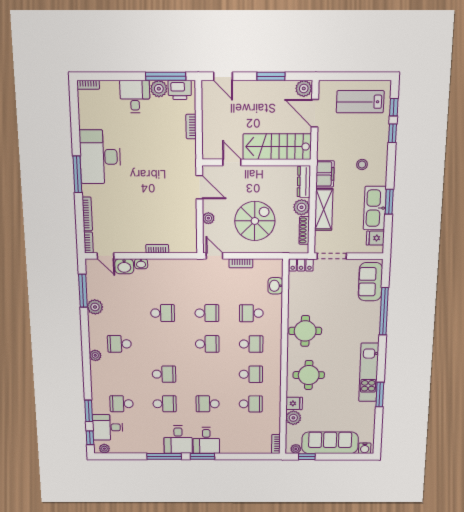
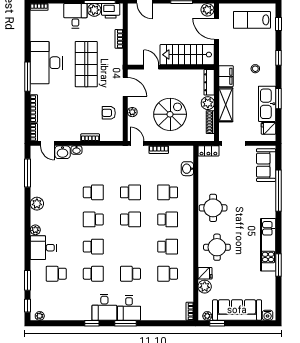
window: (393, 133) -> (278, 58), moved
shop shelf: (150, 159) -> (86, 64), added
armchair: (179, 219) -> (109, 113), added
plant: (95, 307) -> (37, 204), moved
school desk: (119, 344) -> (93, 219), moved
school desk: (251, 404) -> (168, 274), turned 180
desk: (108, 427) -> (43, 248), moved
window: (164, 456) -> (92, 323), width x0.46

